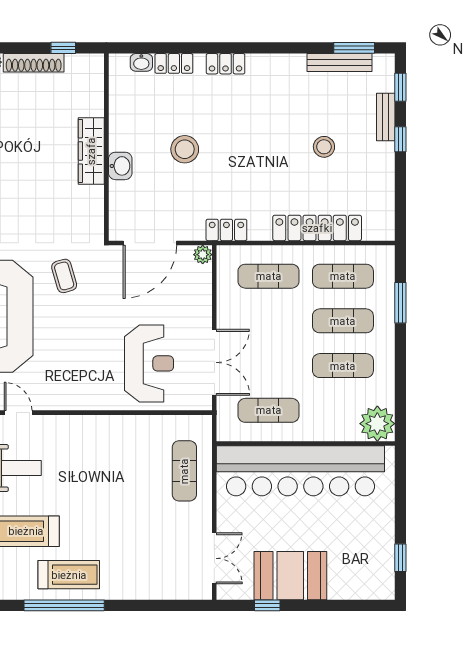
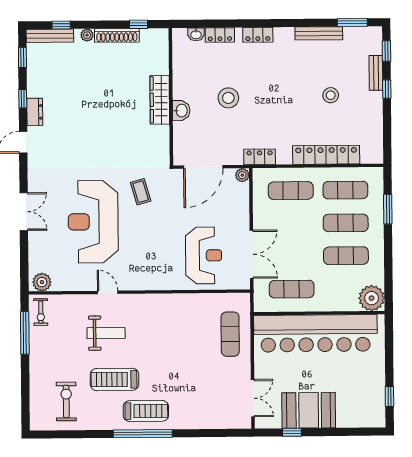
bench: (339, 63) -> (319, 33), moved

